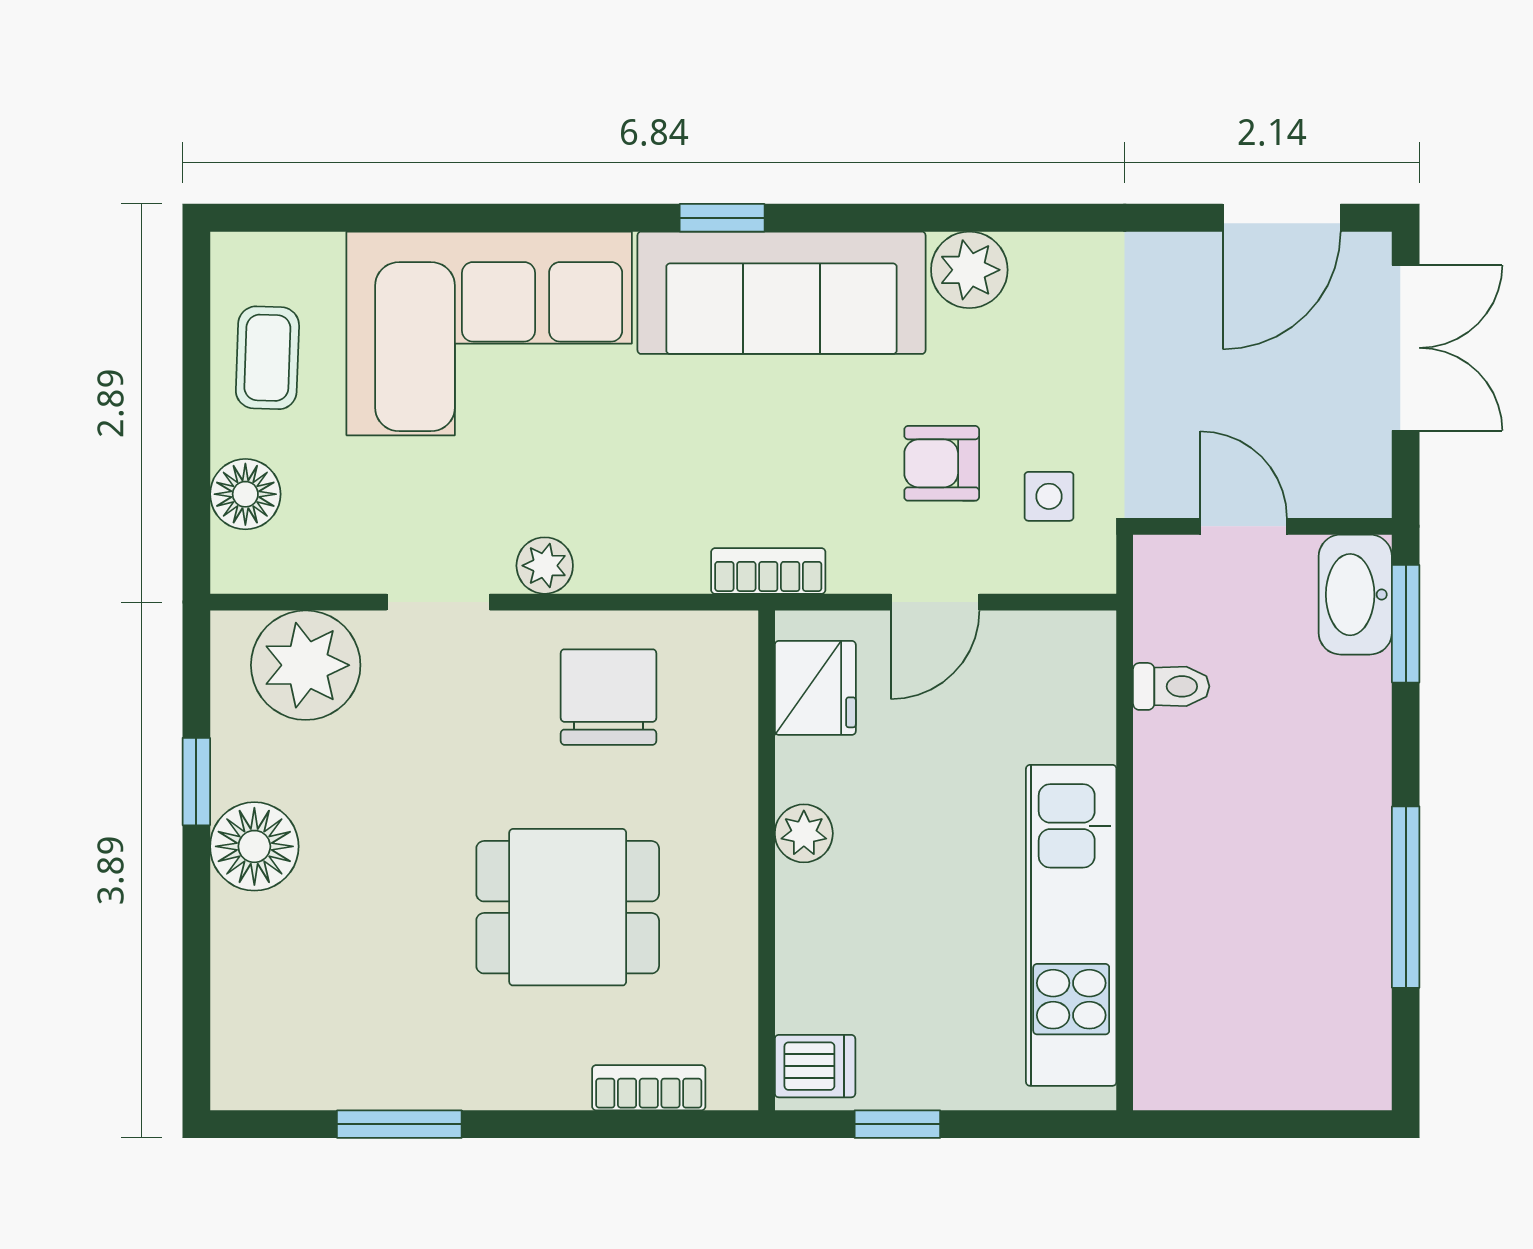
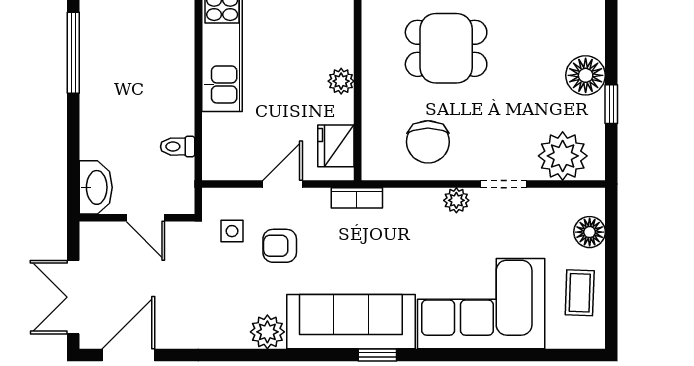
armchair: (942, 463) -> (280, 246), turned 180
window: (1406, 624) -> (73, 174), removed

